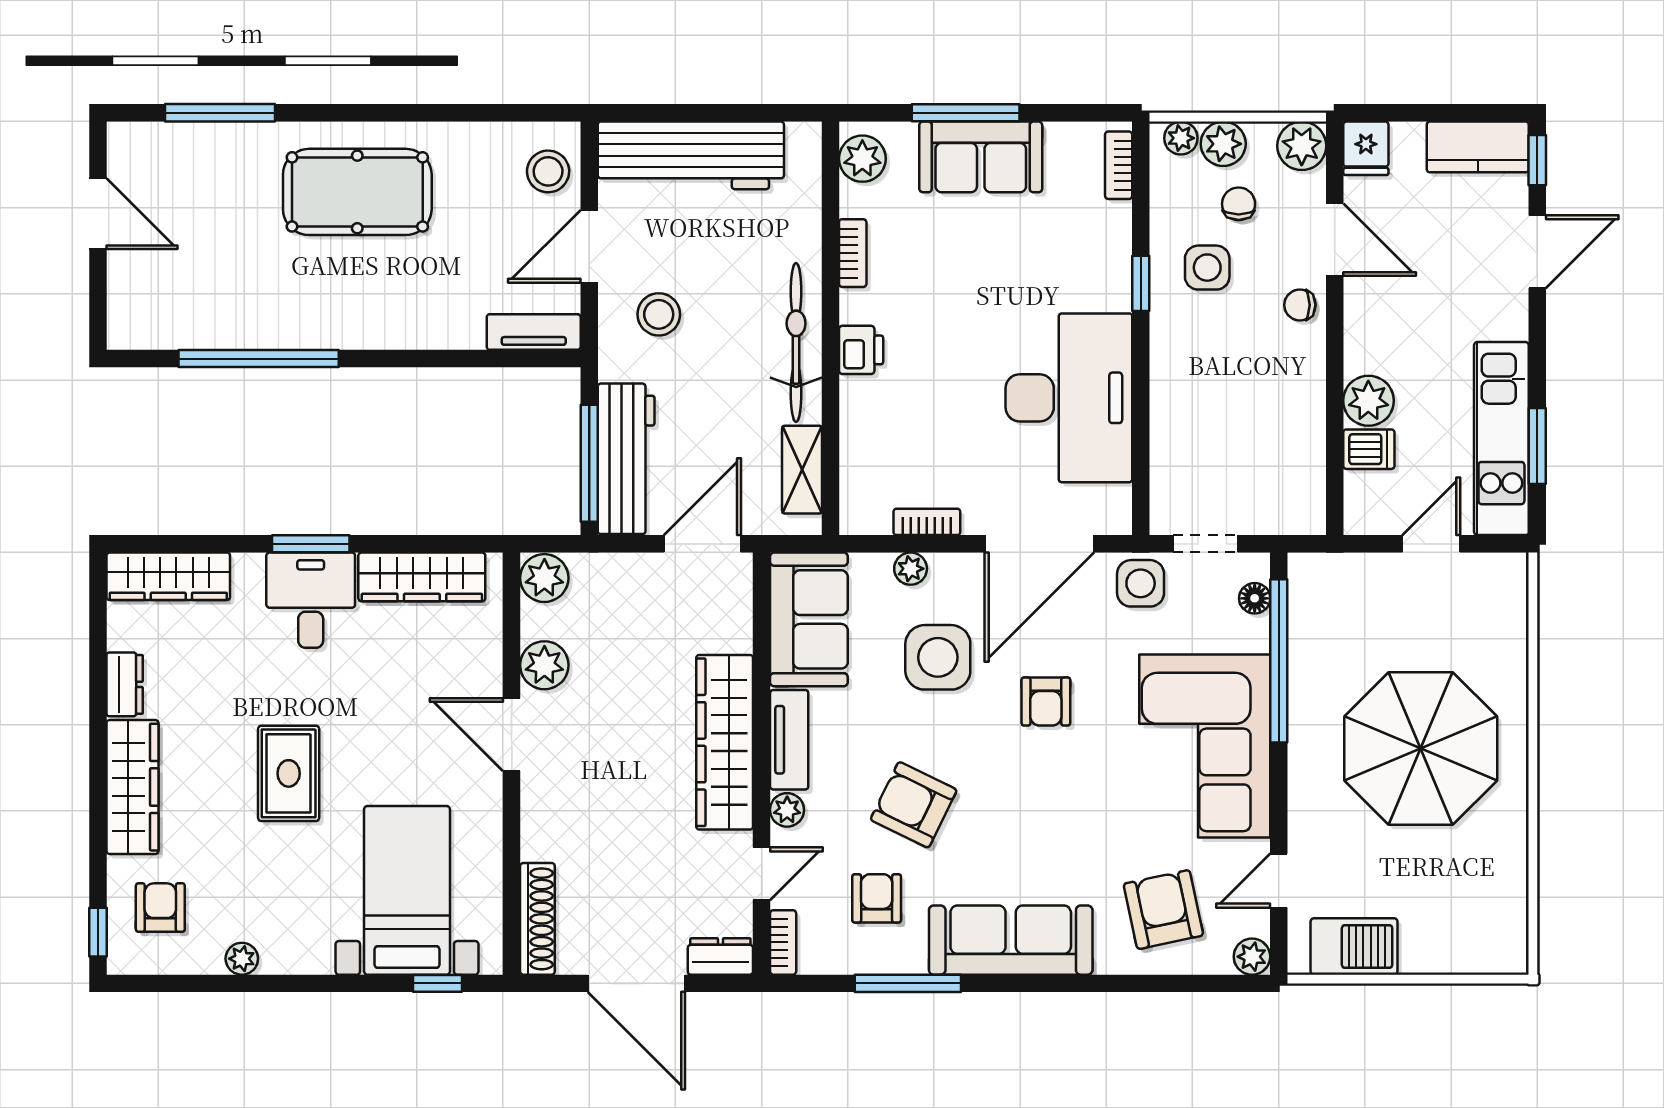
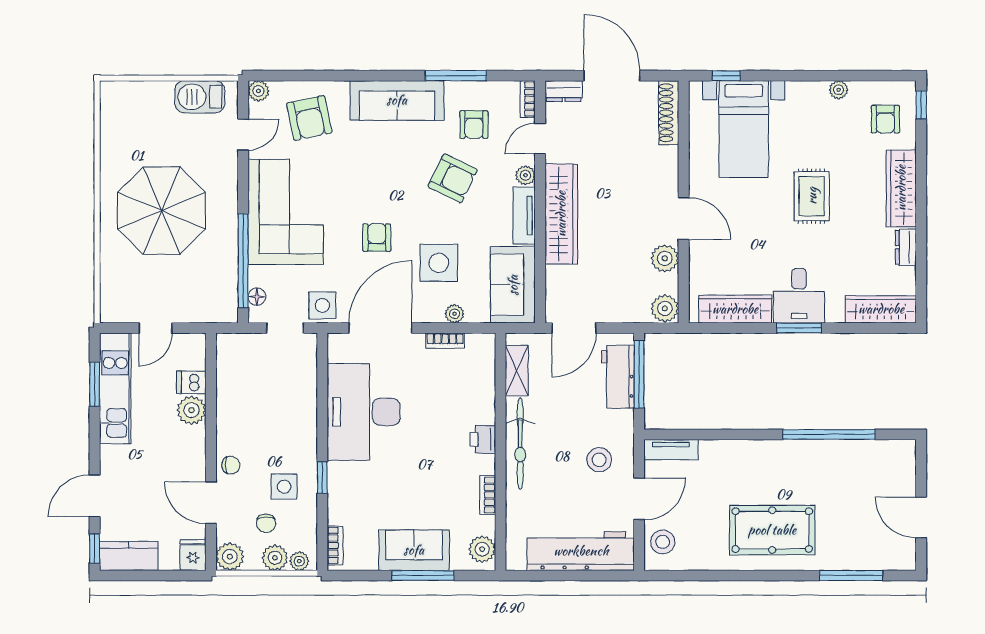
workbench: (626, 459) -> (618, 377), width x0.73

